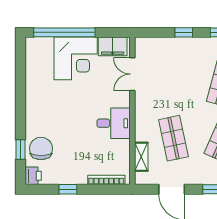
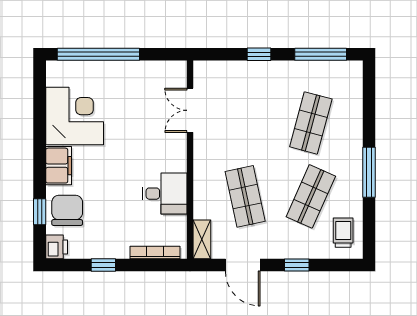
filing cabinet: (113, 46) -> (59, 166), moved, turned -90
corner desk: (76, 58) -> (75, 116), moved, turned -90
desk: (114, 123) -> (165, 194), moved
shelving: (141, 157) -> (202, 239), moved

